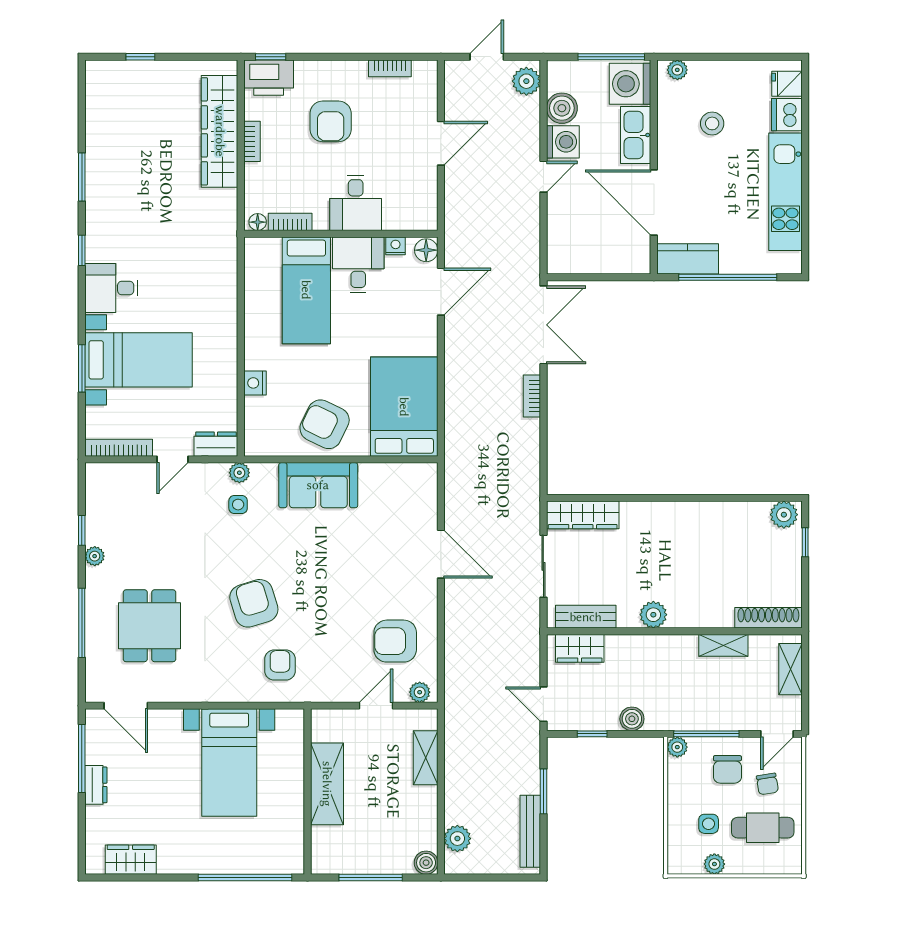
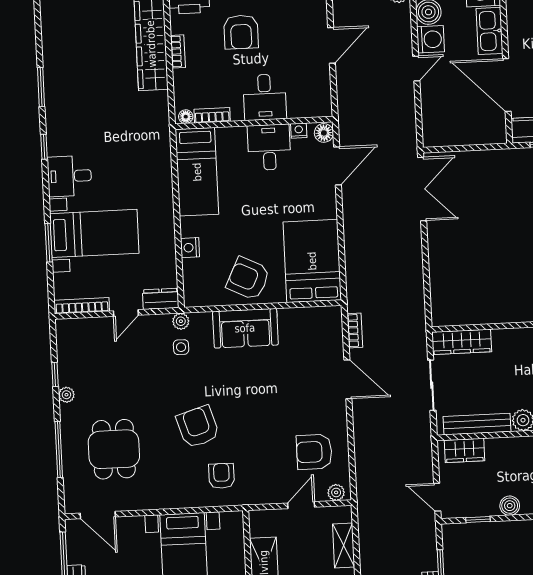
bed: (306, 290) -> (197, 172), moved
bookcase: (532, 396) -> (355, 331), moved, turned 180
bench: (586, 617) -> (477, 424), width x1.36

